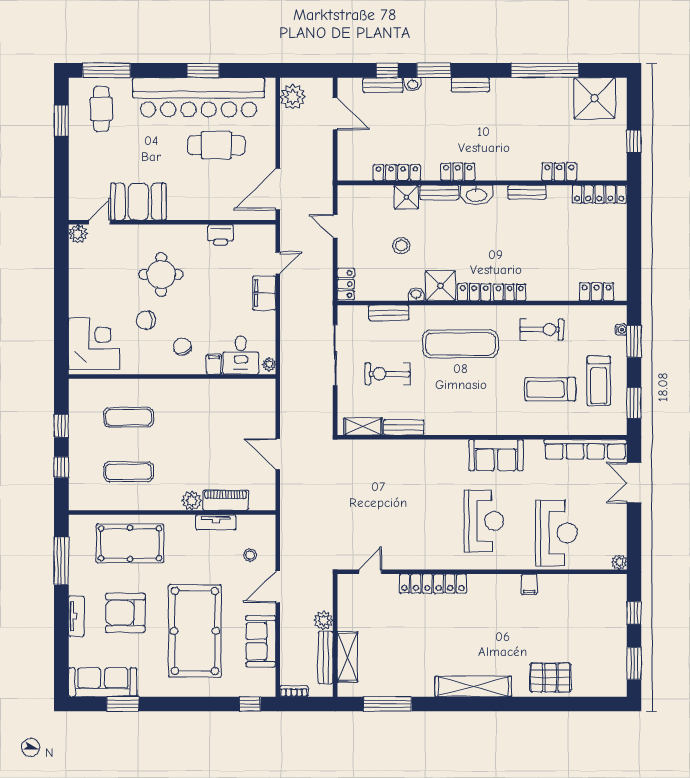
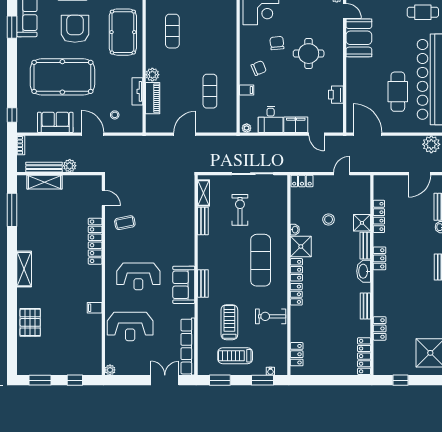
bench: (389, 313) -> (203, 284), moved
exercise bike: (542, 329) -> (271, 316), turned 90
desk: (241, 355) -> (271, 119), moved, turned -90
exercise mat: (129, 417) -> (210, 91), moved
coffee table: (406, 540) -> (125, 223), added
shelving: (473, 686) -> (24, 269), width x0.68

